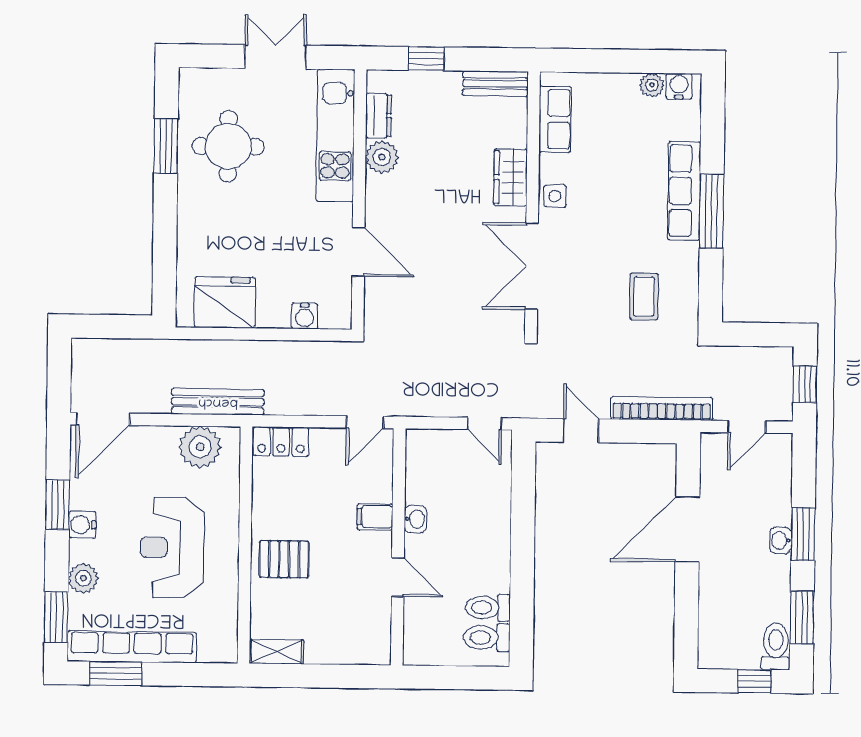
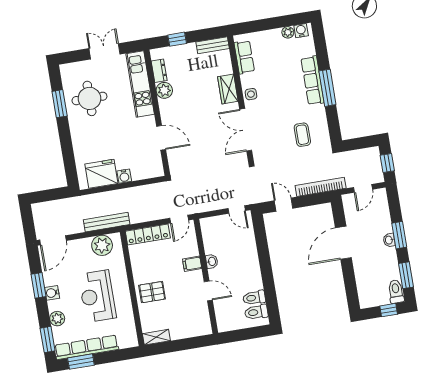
water cooler: (305, 316) -> (124, 176), moved
locker: (281, 442) -> (148, 235), width x1.53

